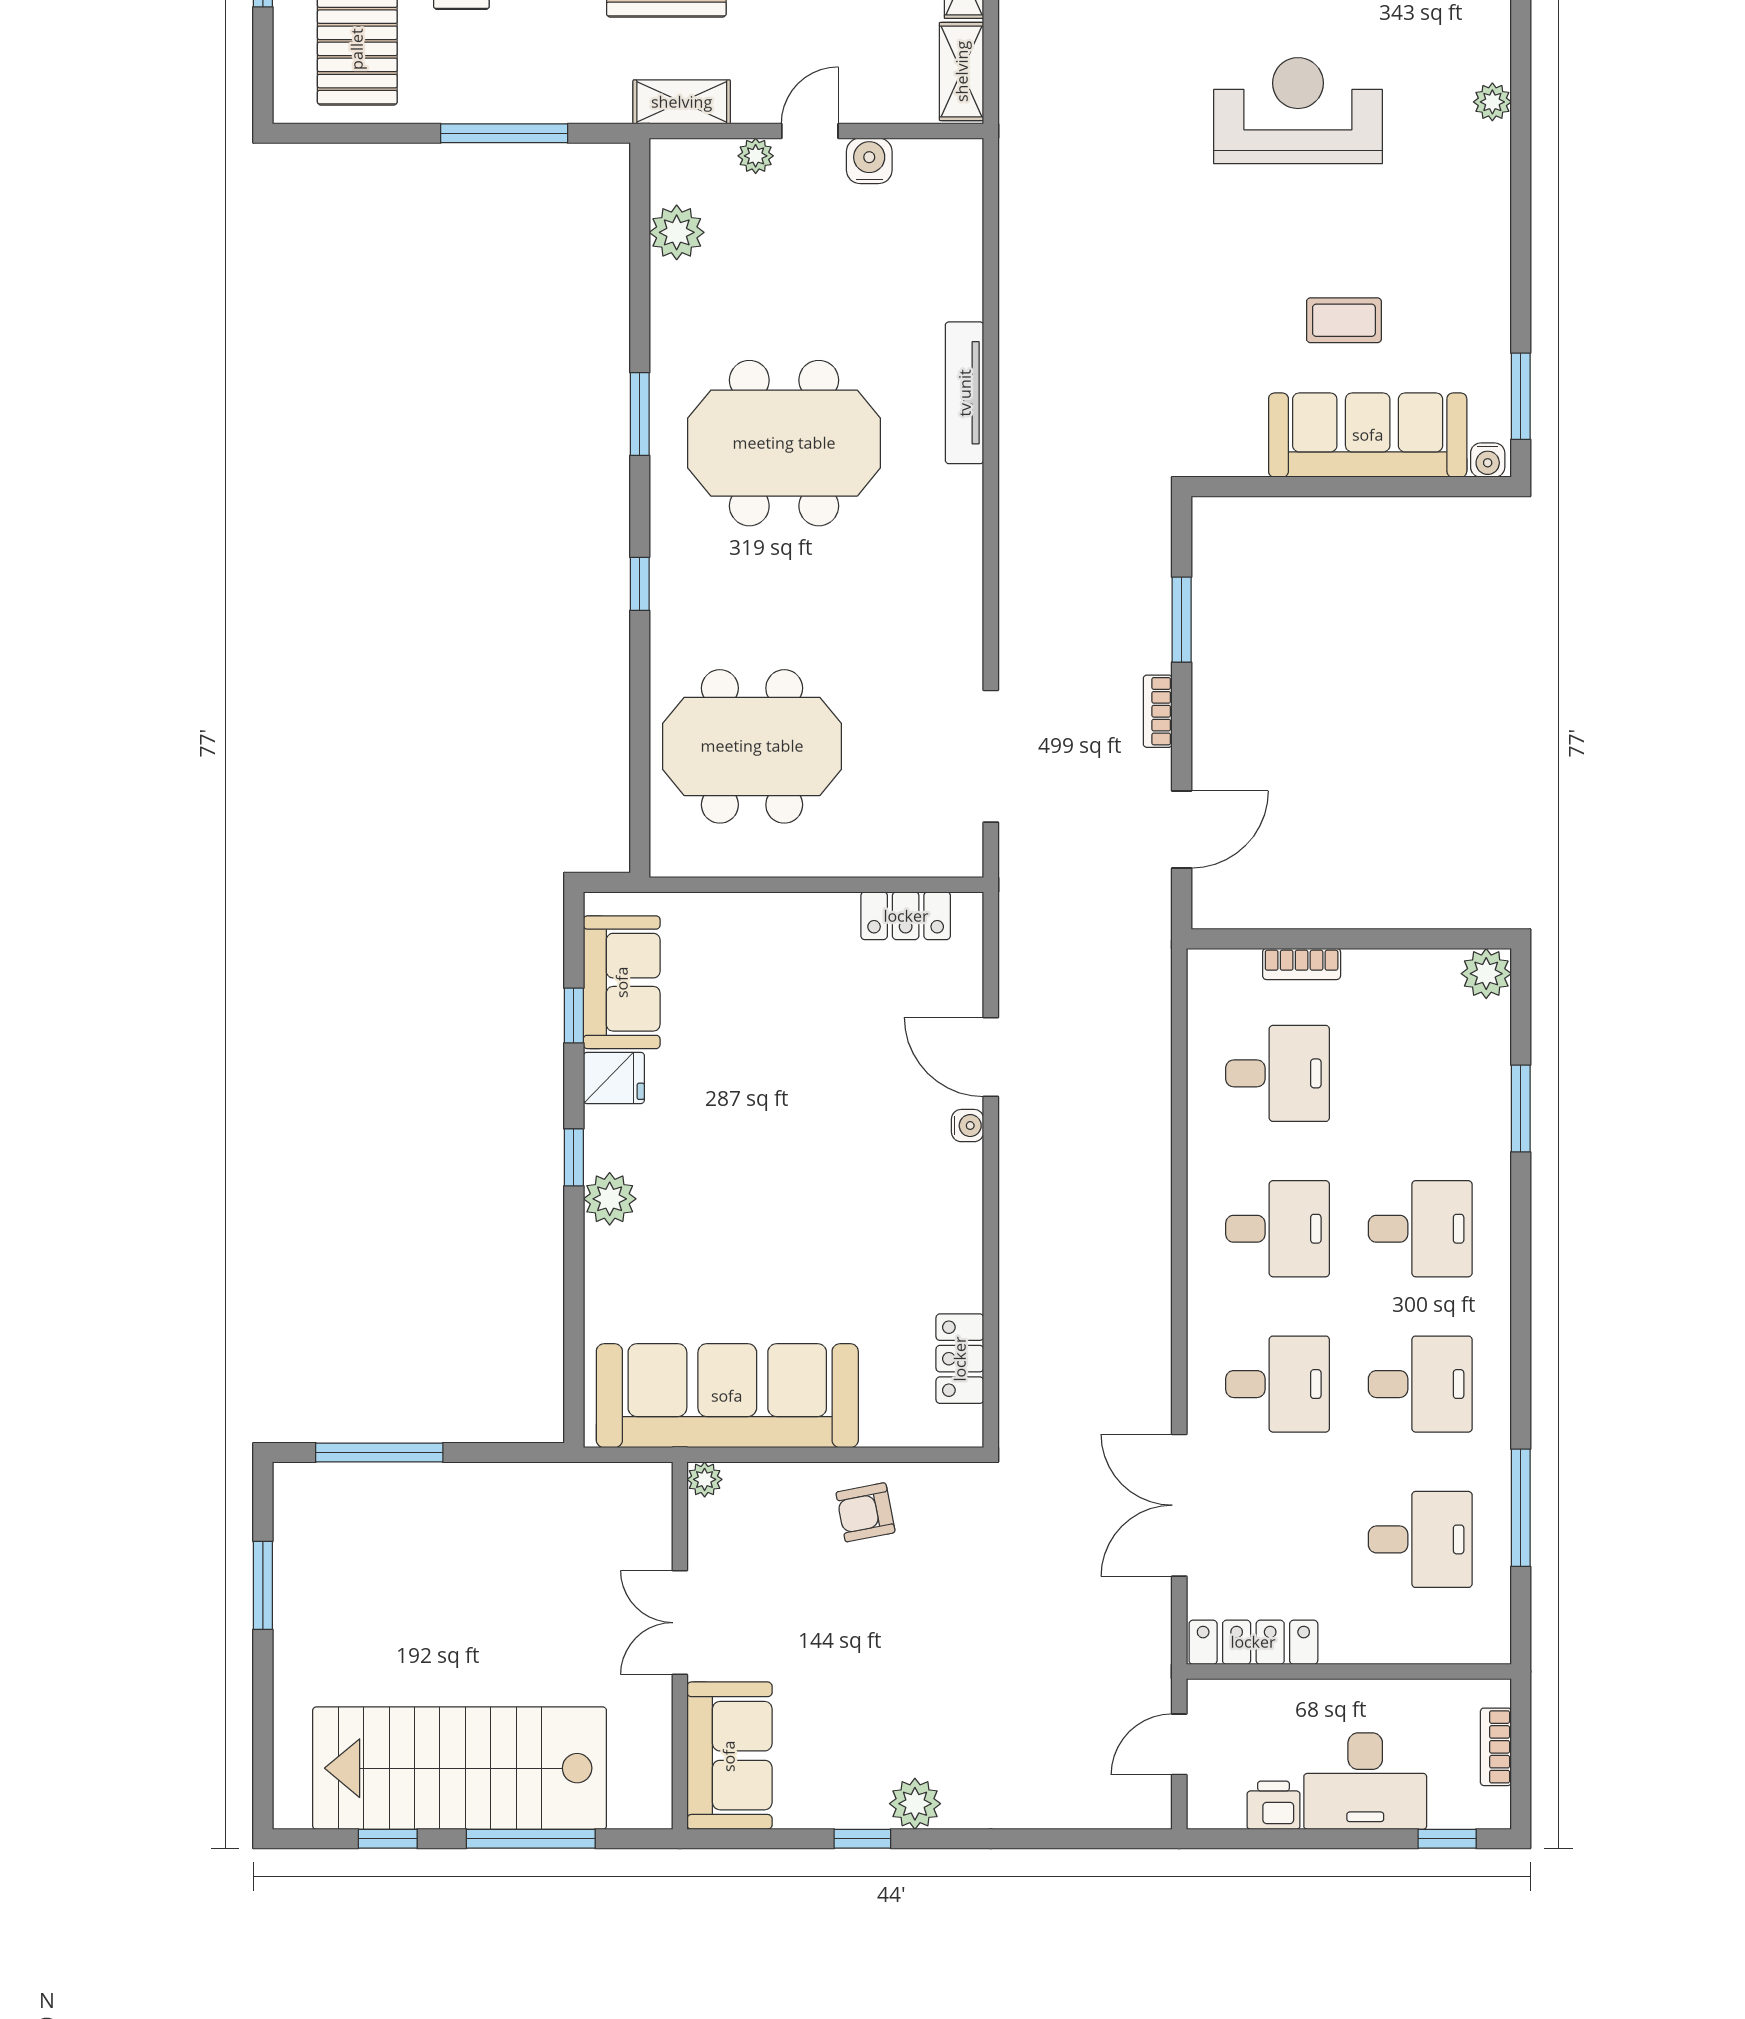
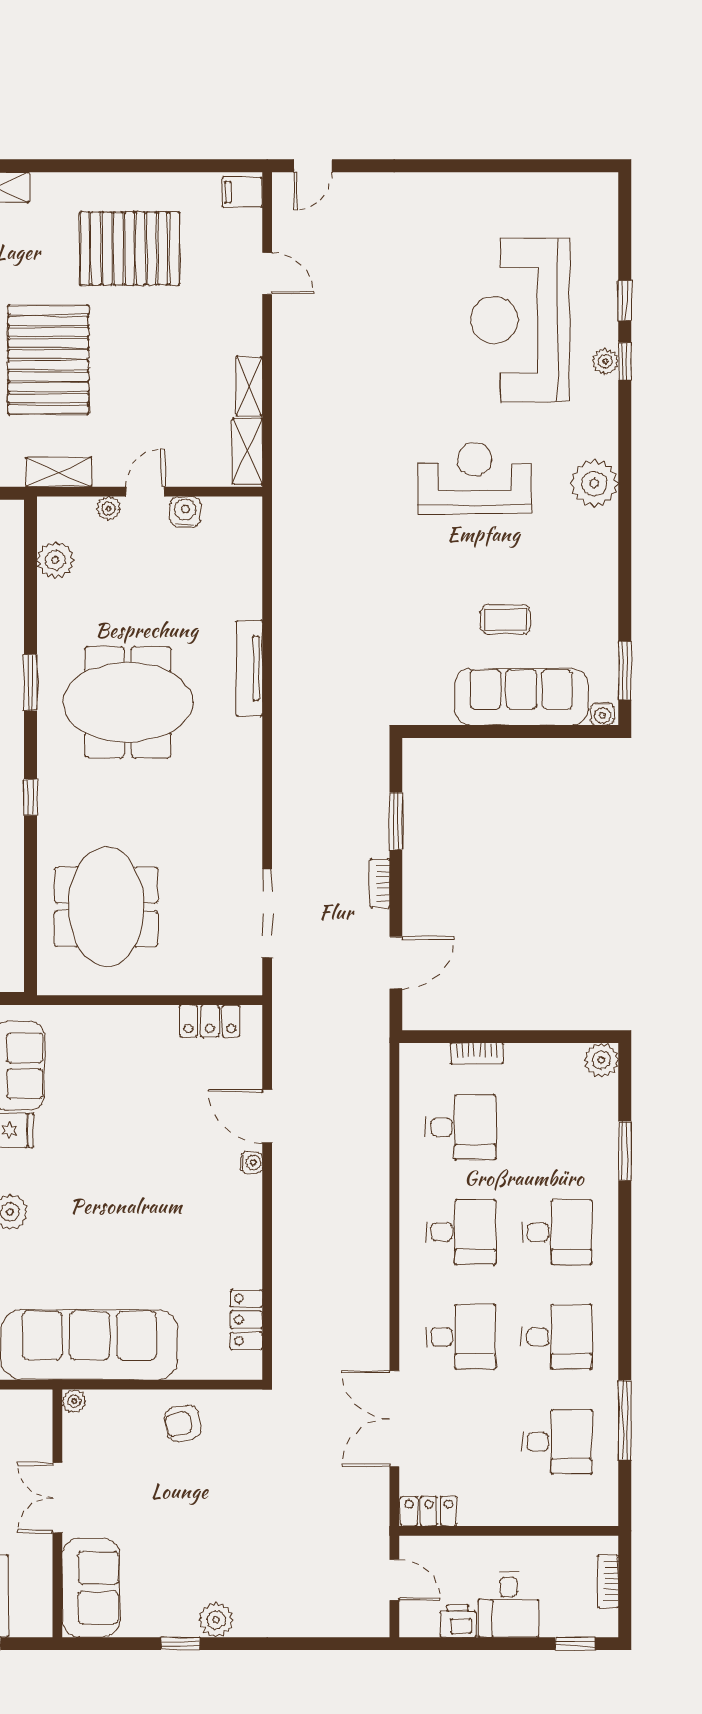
plant: (1492, 102) -> (594, 483), width x1.87, depth x1.87
meeting table: (752, 746) -> (106, 907), turned 90
locker: (1253, 1642) -> (429, 1511), width x0.66
door: (1179, 1744) -> (394, 1580), swing flipped
desk: (1365, 1781) -> (508, 1605), width x0.73

